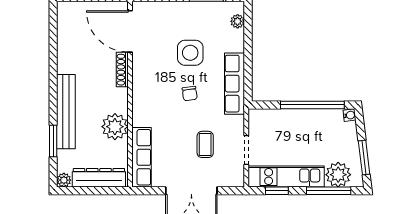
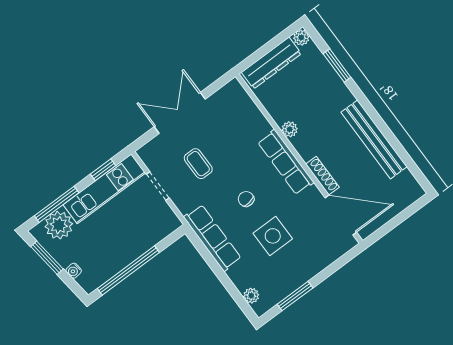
bench: (66, 112) -> (374, 139), moved
water cooler: (350, 115) -> (74, 271), moved
plant: (115, 127) -> (290, 129), width x0.53, depth x0.53
row of seats: (141, 157) -> (286, 162), moved

